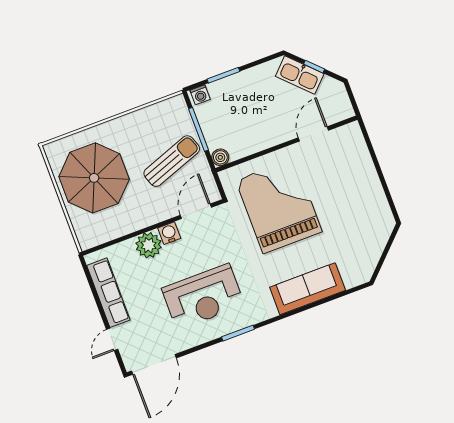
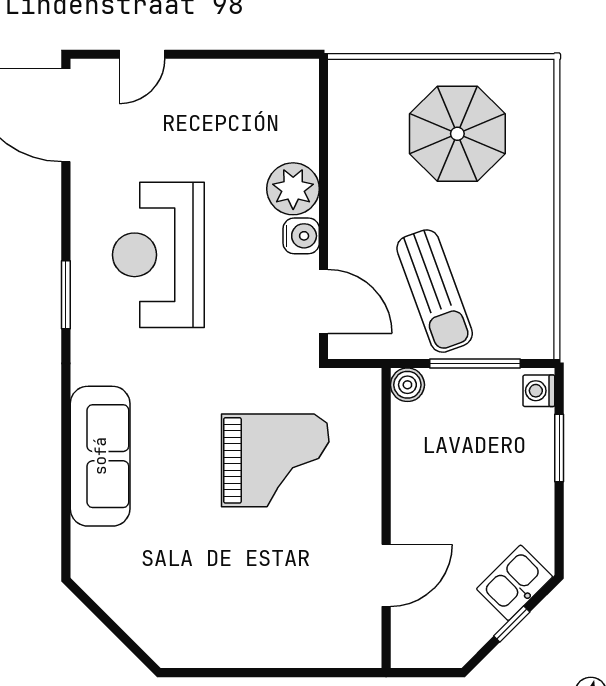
kitchen sink: (300, 75) -> (515, 583), width x0.73
door: (313, 134) -> (386, 575), hinge flipped
parasol: (94, 178) -> (457, 134), width x0.73, depth x0.73
grand piano: (279, 206) -> (275, 460), width x0.73, depth x0.68
row of seats: (108, 293) -> (232, 80), removed
door: (112, 339) -> (142, 54), swing flipped

